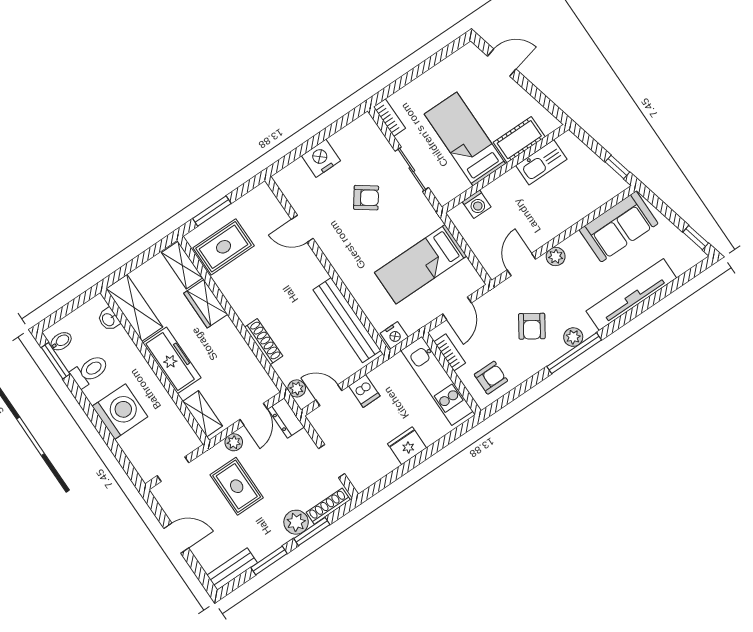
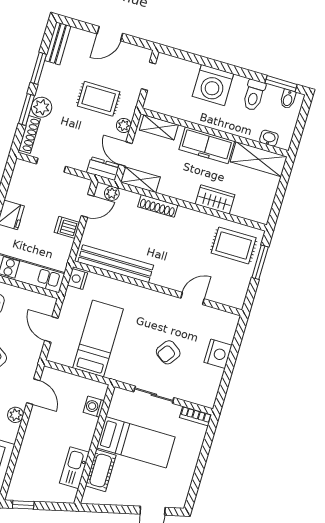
rug: (224, 247) -> (234, 245), turned 90
shelving: (182, 265) -> (140, 180), moved
bookcase: (450, 352) -> (33, 297), removed

